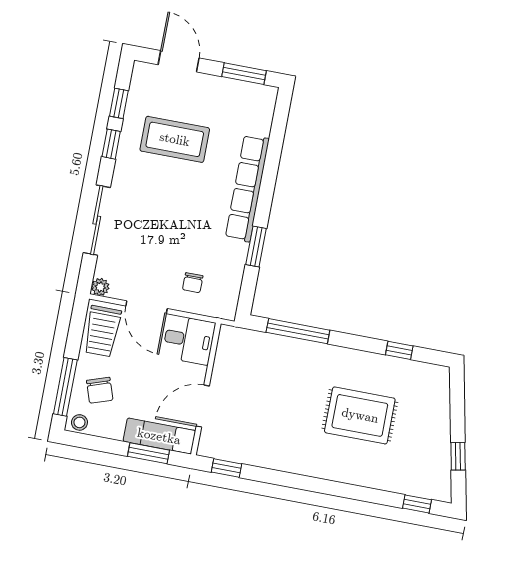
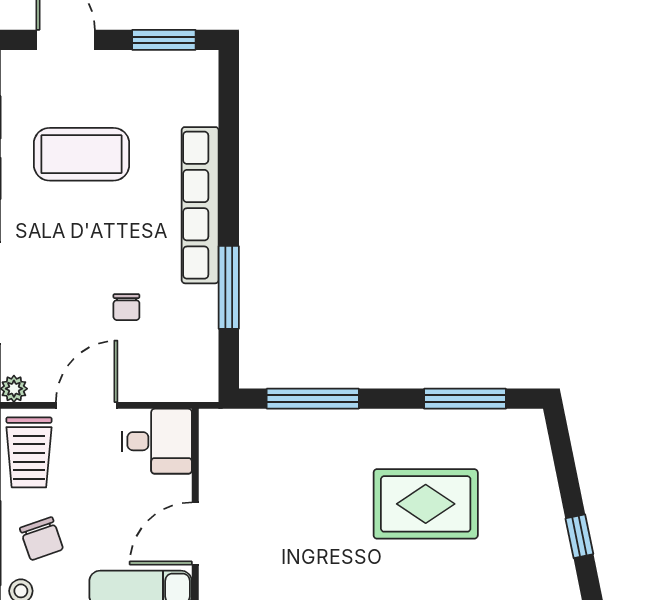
window: (256, 247) -> (229, 287), width x1.44
chair: (193, 283) -> (126, 307), moved
door: (147, 307) -> (87, 405), swing flipped
window: (399, 350) -> (465, 399), width x2.17

